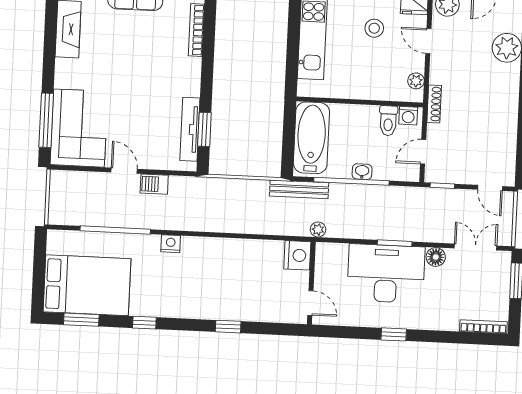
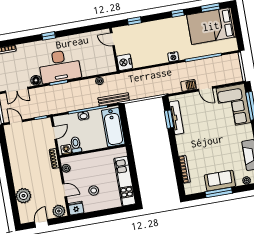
nightstand: (297, 255) -> (125, 62), moved
wall: (311, 283) -> (114, 50), moved
door: (310, 303) -> (112, 39), moved

